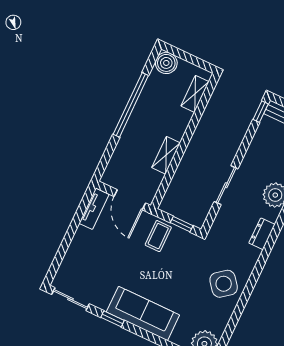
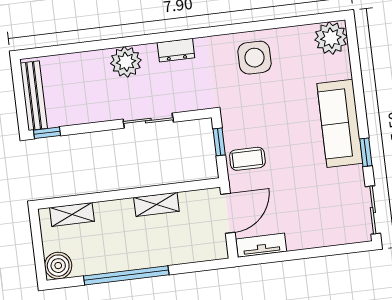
side table: (224, 284) -> (255, 58), turned 38

